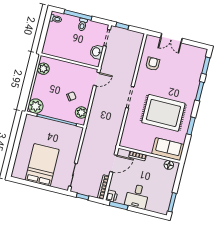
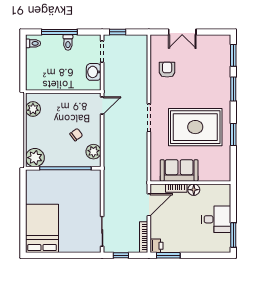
sofa: (168, 149) -> (179, 170), moved
bed: (42, 165) -> (42, 228), moved
floor lamp: (169, 165) -> (194, 190), moved
desk: (137, 196) -> (216, 219), moved, turned -90

